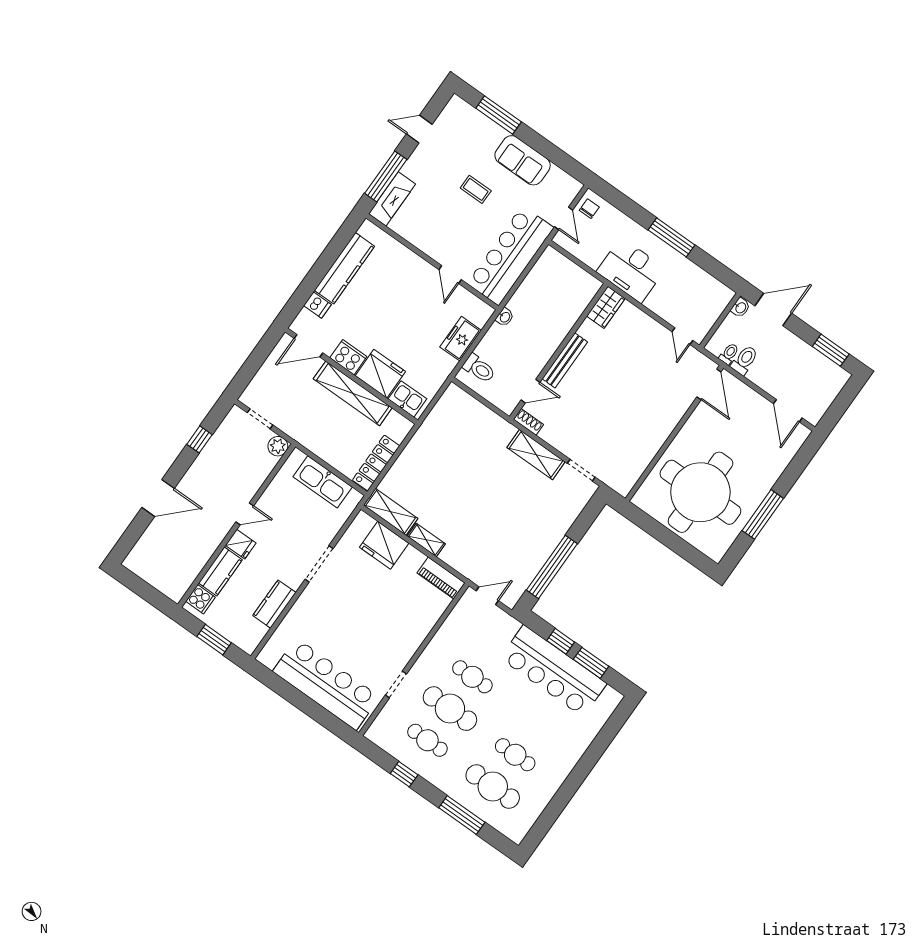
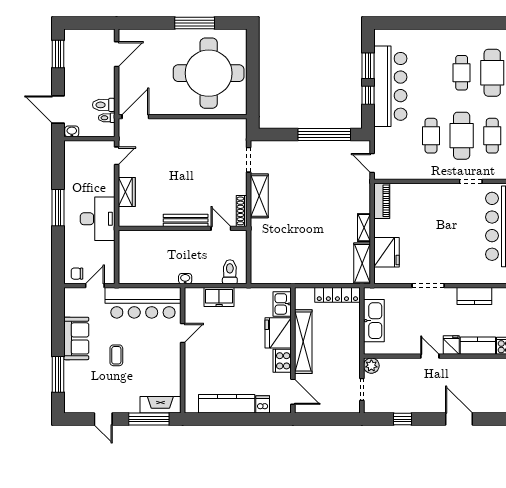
wardrobe: (606, 307) -> (127, 192), moved, turned 90
shoe rack: (528, 422) -> (242, 211), width x1.43

